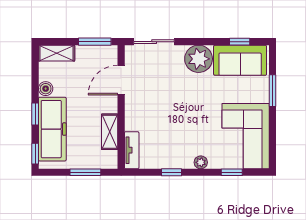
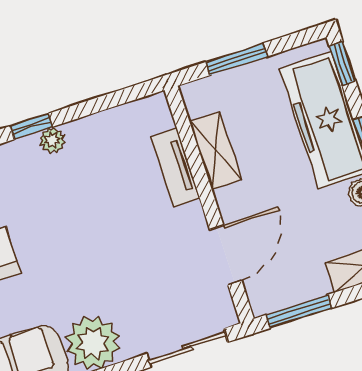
tv unit: (132, 150) -> (175, 168), moved
plant: (201, 162) -> (52, 140), moved
window: (171, 172) -> (31, 126), moved

